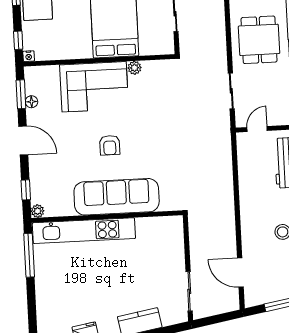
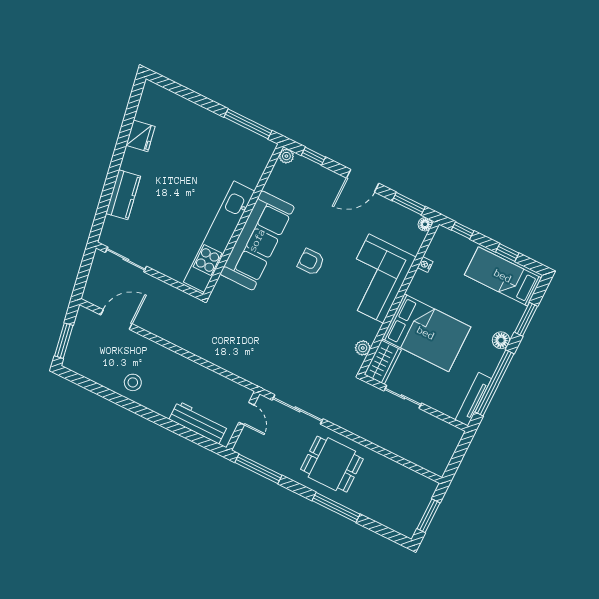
wardrobe: (157, 45) -> (383, 362), added
nightstand: (29, 56) -> (425, 265), moved
plant: (135, 68) -> (363, 348), moved
sliding door: (231, 91) -> (298, 409), width x1.37
floor lamp: (32, 102) -> (425, 224), moved
kitchen unit: (84, 231) -> (219, 237), moved

